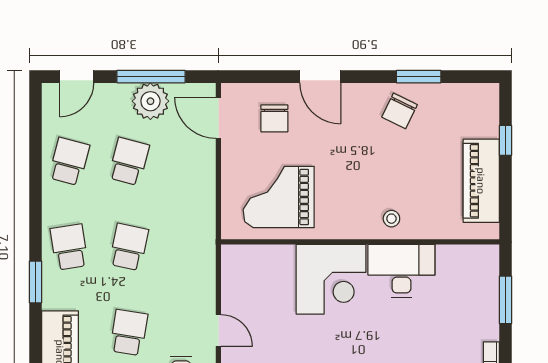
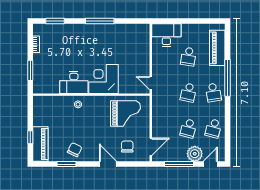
plant: (150, 101) -> (195, 154), moved
door: (218, 118) -> (151, 147), hinge flipped
piano: (481, 181) -> (40, 144), moved
window: (36, 282) -> (228, 78), width x2.11
door: (218, 330) -> (151, 83), moved

